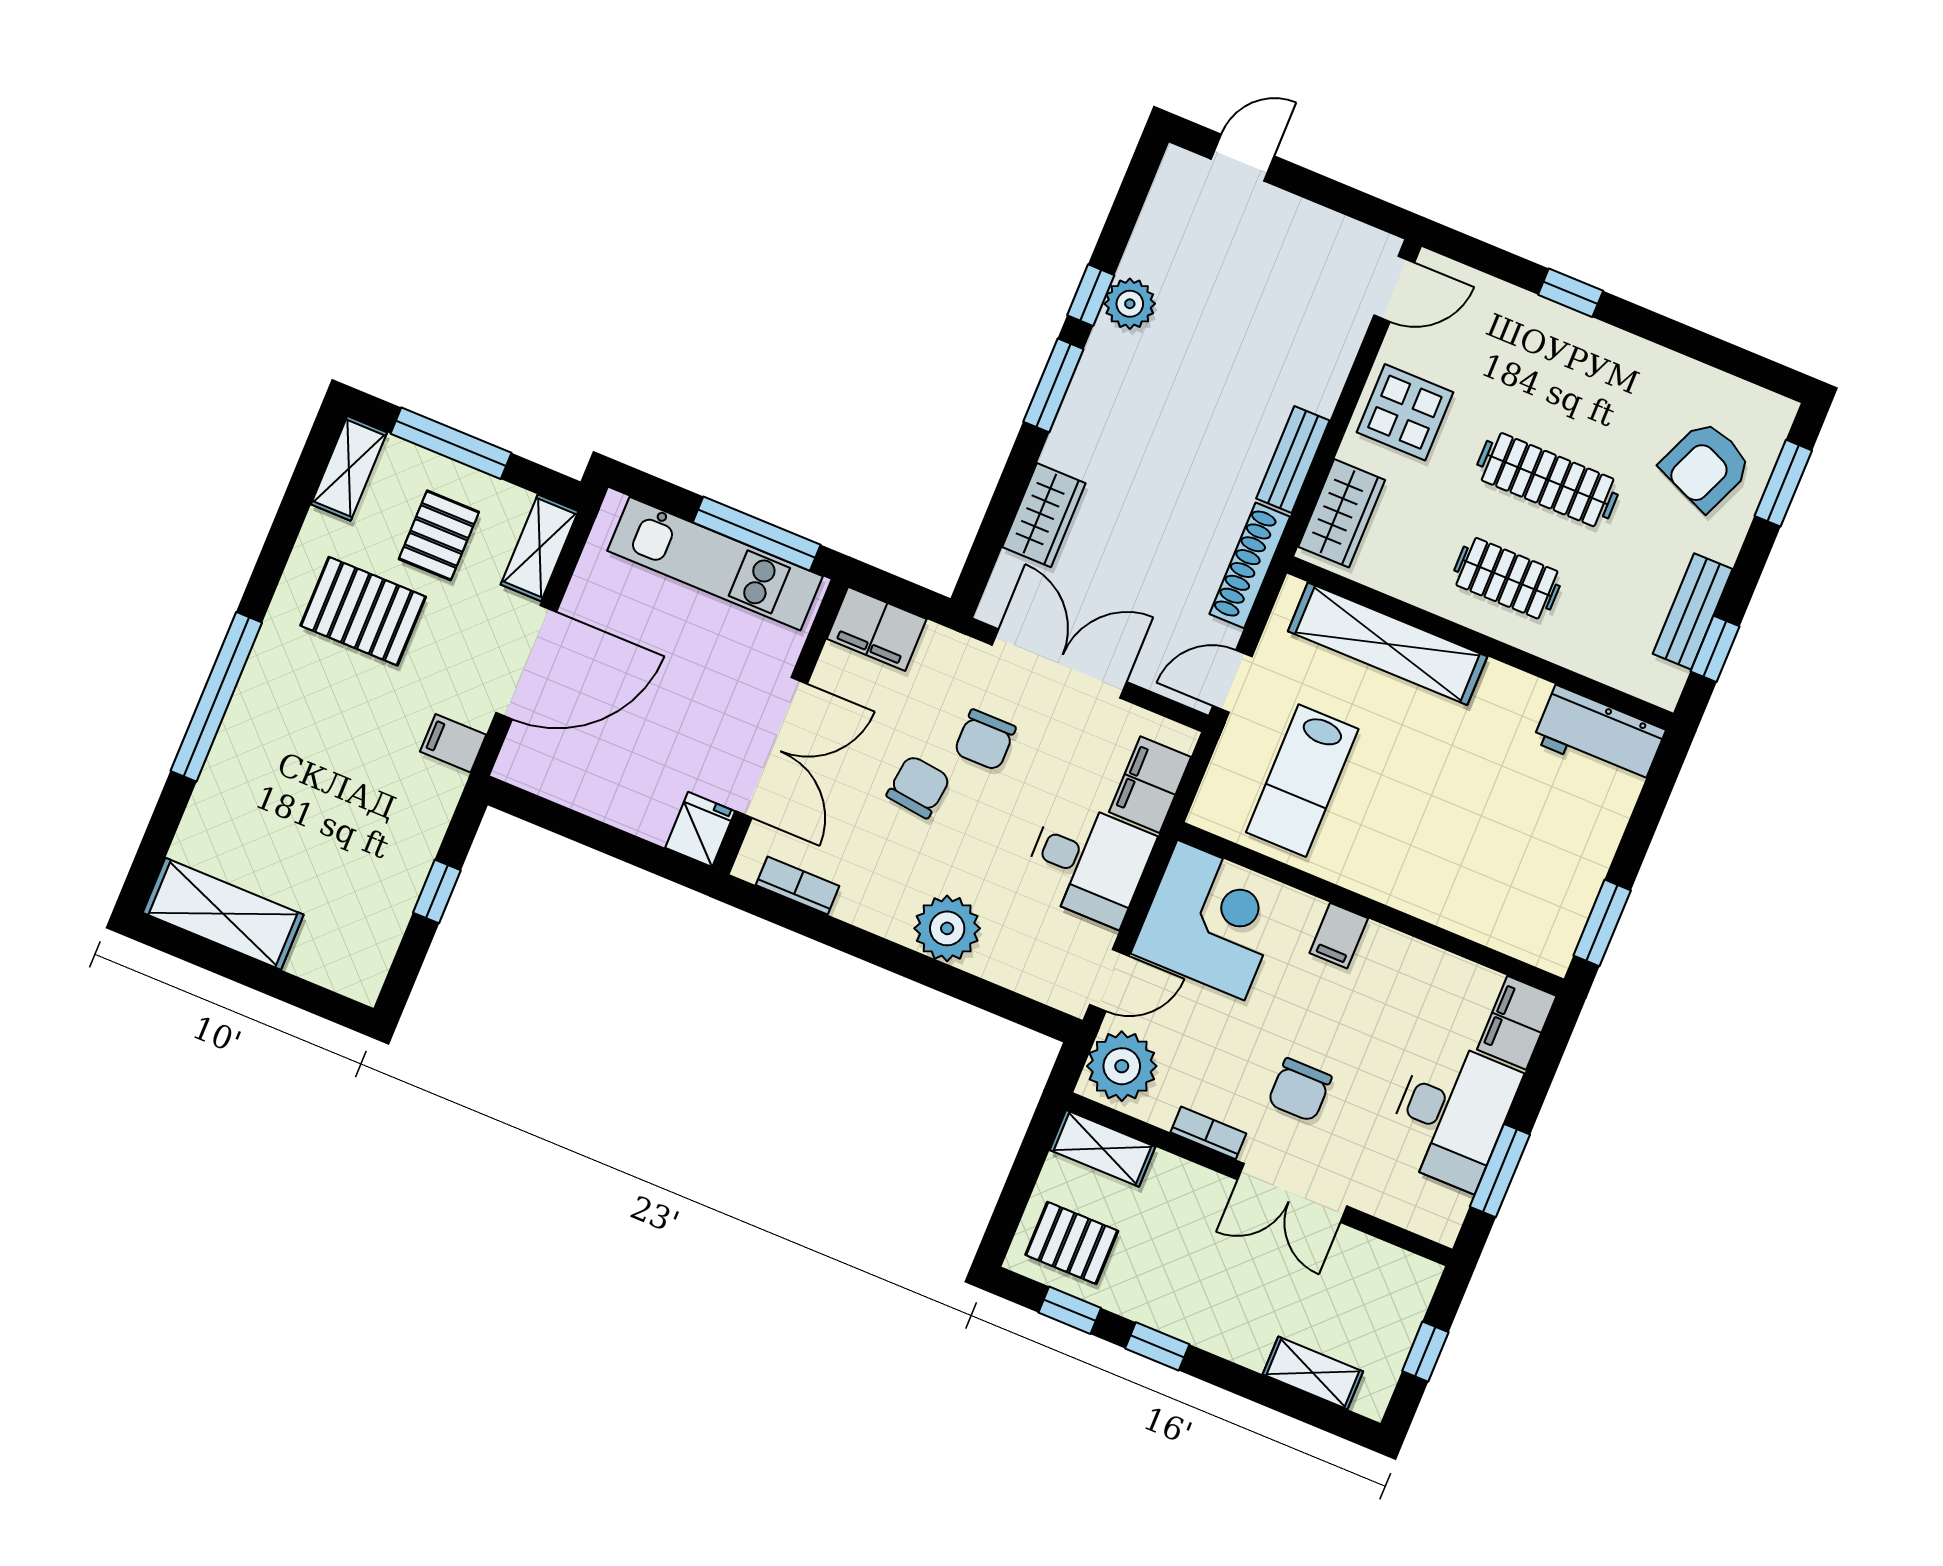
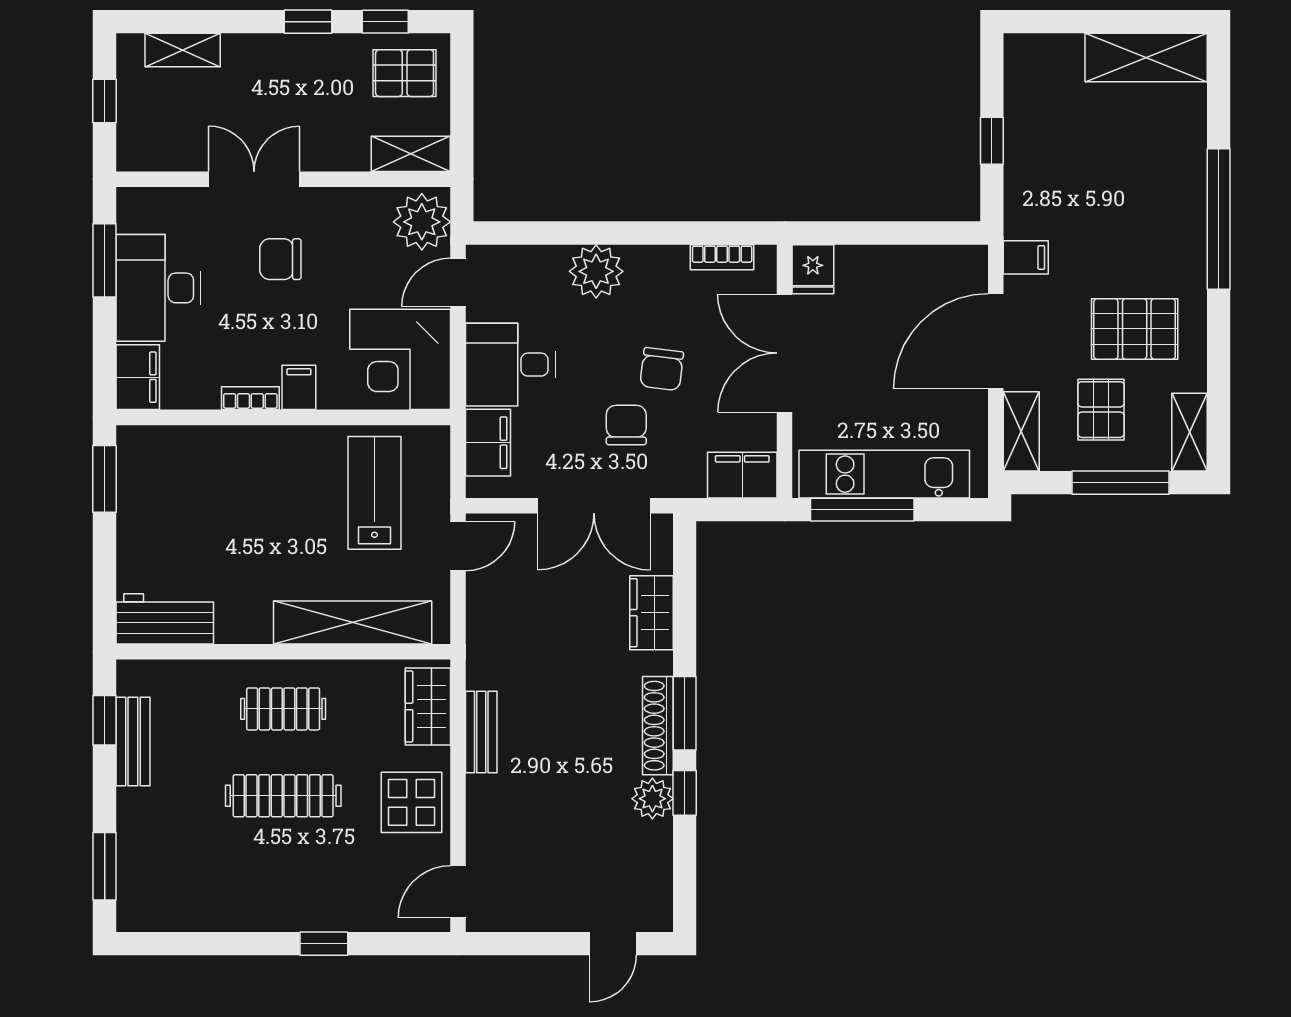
armchair: (1706, 466) -> (168, 855), removed
shoe rack: (1250, 565) -> (658, 726), moved, turned 180
chair: (1300, 1090) -> (280, 259), turned -90
bookcase: (1208, 1133) -> (250, 398), moved, turned 180

